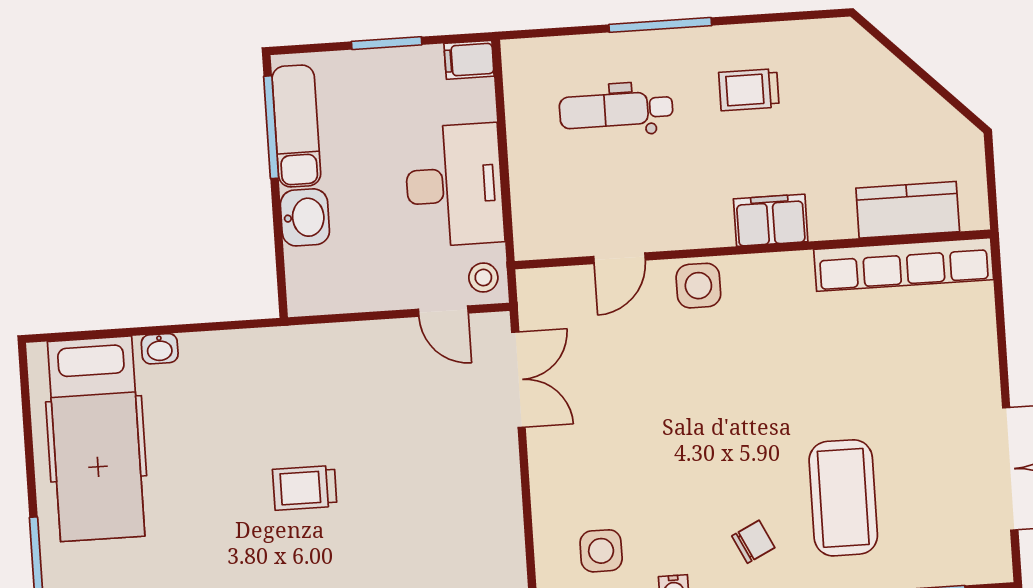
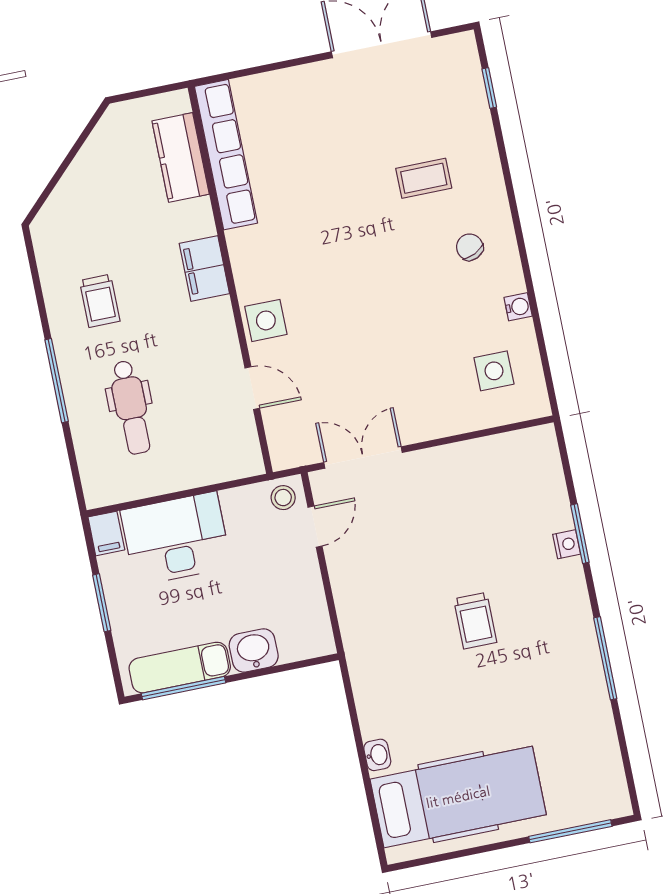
desk: (454, 185) -> (176, 539), moved
coffee table: (843, 498) -> (424, 178), width x0.54, depth x0.58

